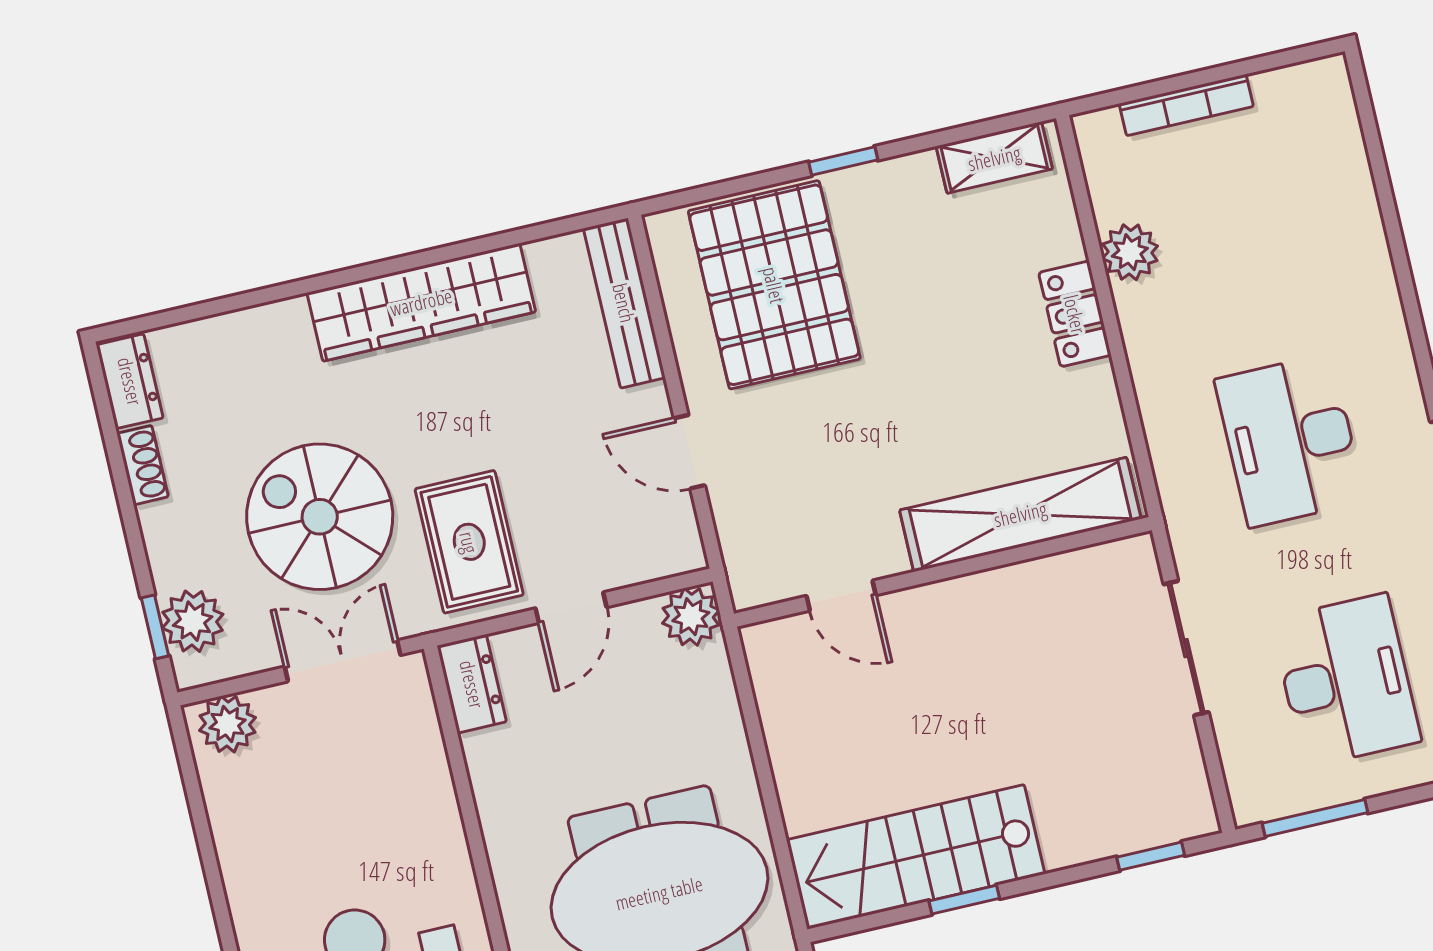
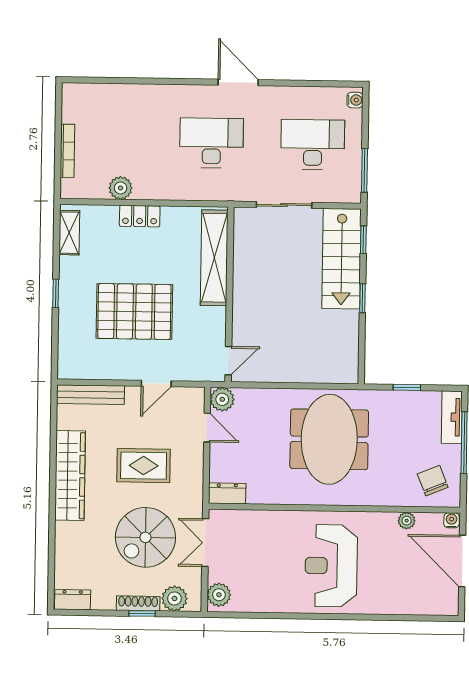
pallet: (774, 285) -> (134, 311), moved
desk: (1290, 440) -> (211, 143), turned 180
shoe rack: (143, 465) -> (138, 603), moved, width x1.43
rug: (469, 542) -> (144, 466), moved
door: (841, 596) -> (228, 361), moved
door: (571, 608) -> (207, 428), moved
window: (155, 627) -> (142, 613), moved
stairs: (916, 857) -> (341, 259), moved
window: (964, 900) -> (363, 298), moved

